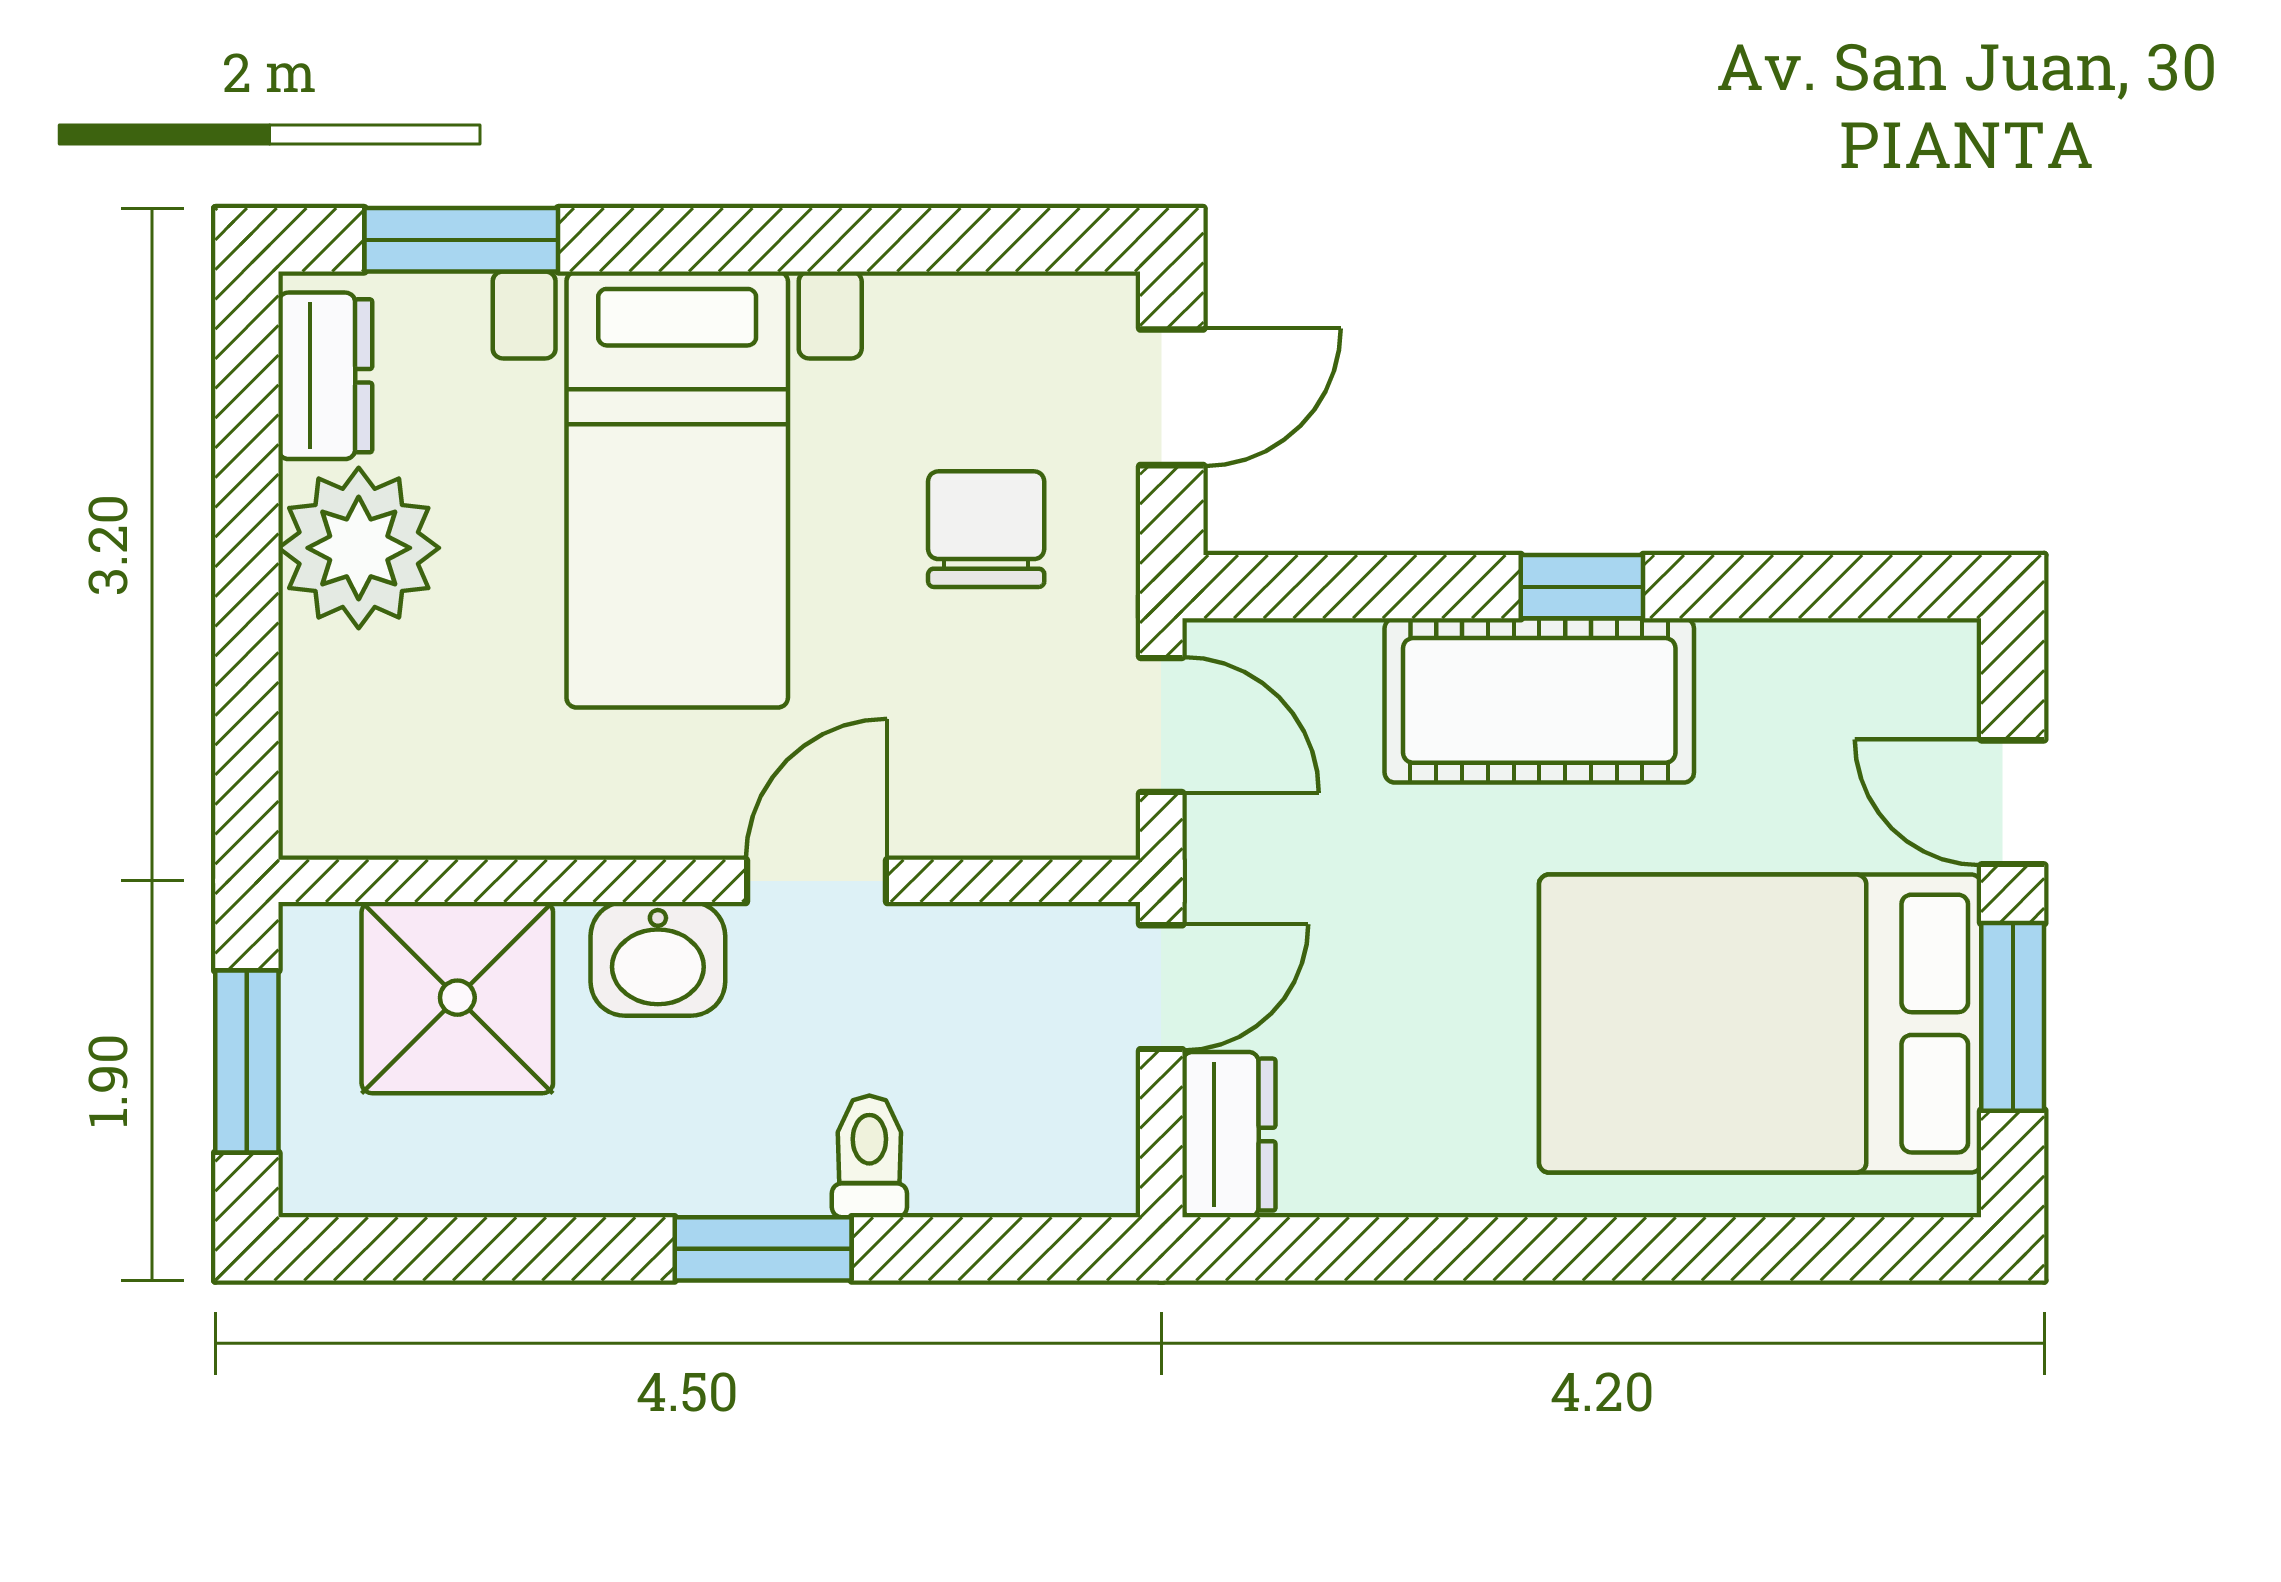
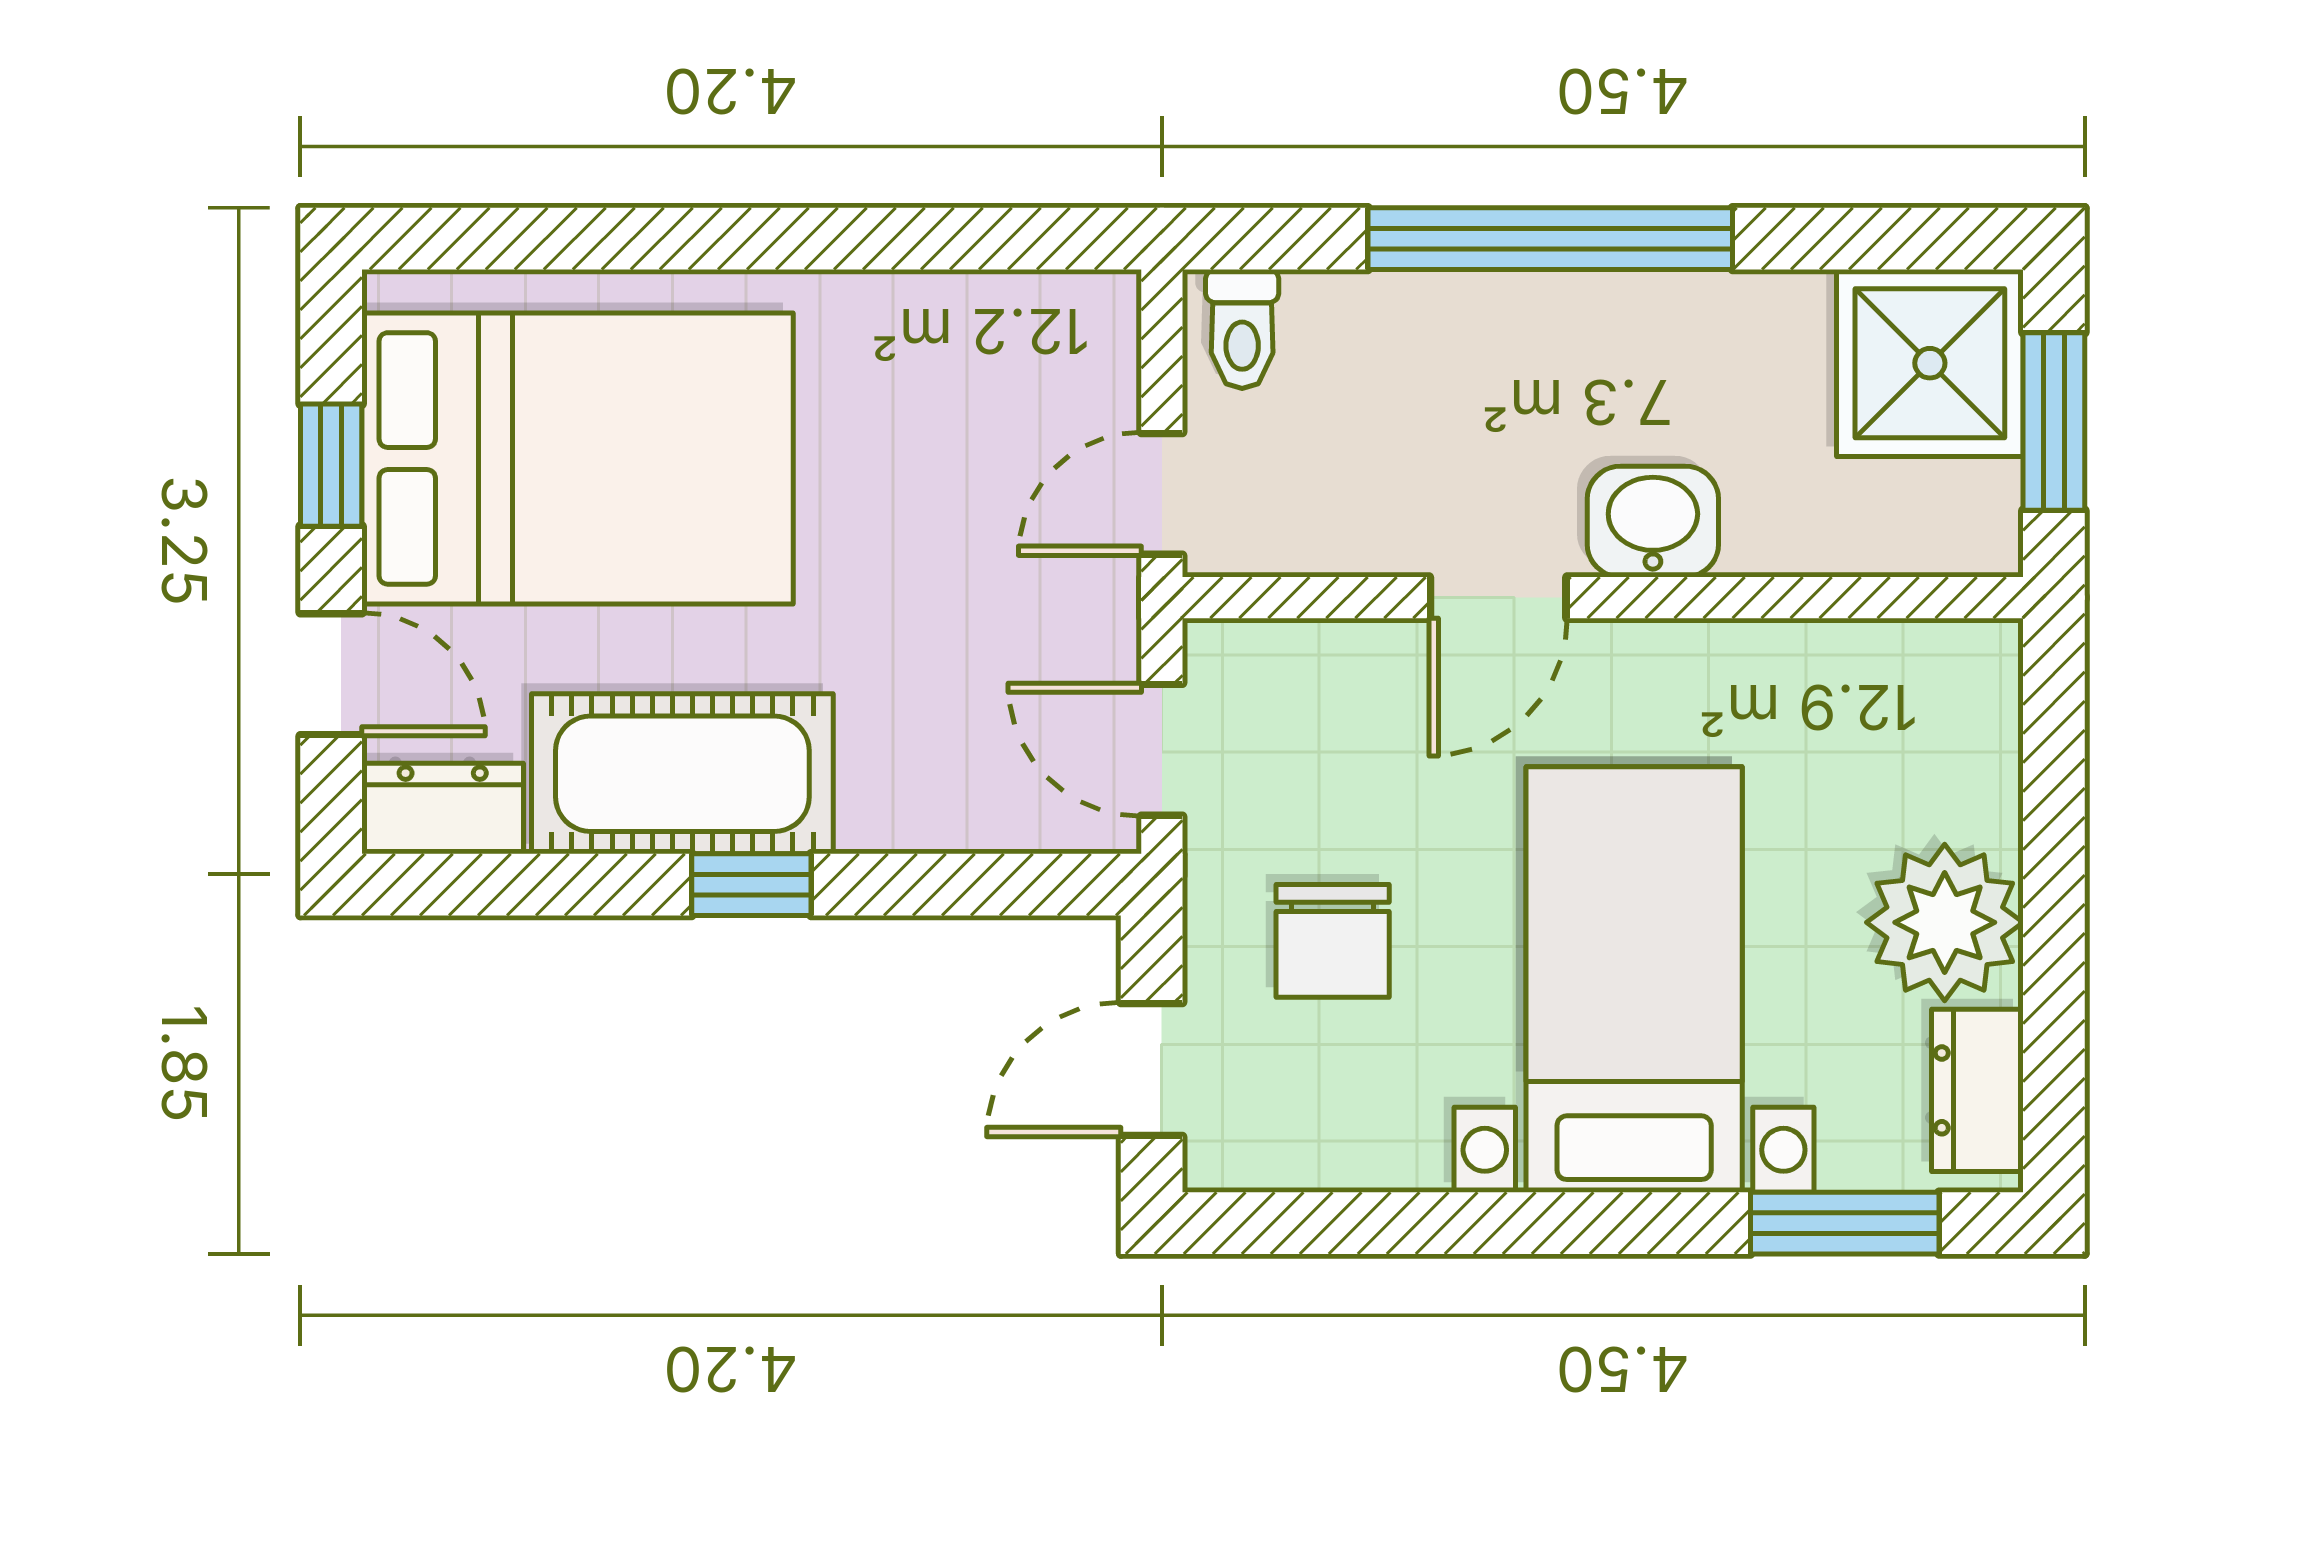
cot: (1539, 700) -> (682, 774), moved
shower: (457, 998) -> (1930, 363), moved
window: (2013, 1017) -> (331, 465), width x0.67
dresser: (1229, 1135) -> (443, 809), moved, turned 90
toilet: (869, 1156) -> (1242, 329), moved
window: (763, 1249) -> (1550, 239), width x2.11

